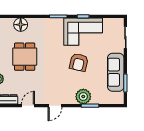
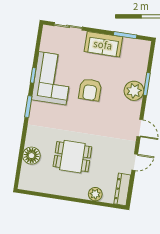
armchair: (79, 62) -> (90, 90), turned 77
sofa: (116, 72) -> (103, 44), width x0.73
door: (28, 106) -> (135, 162), swing flipped

